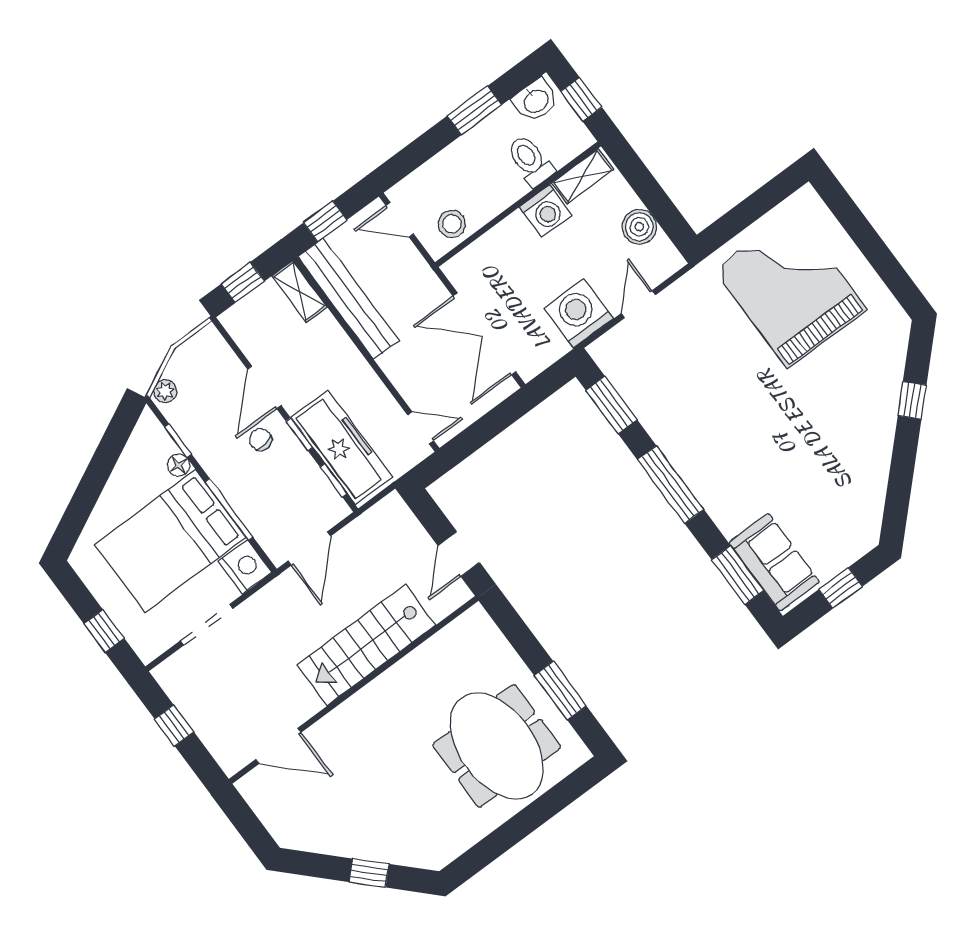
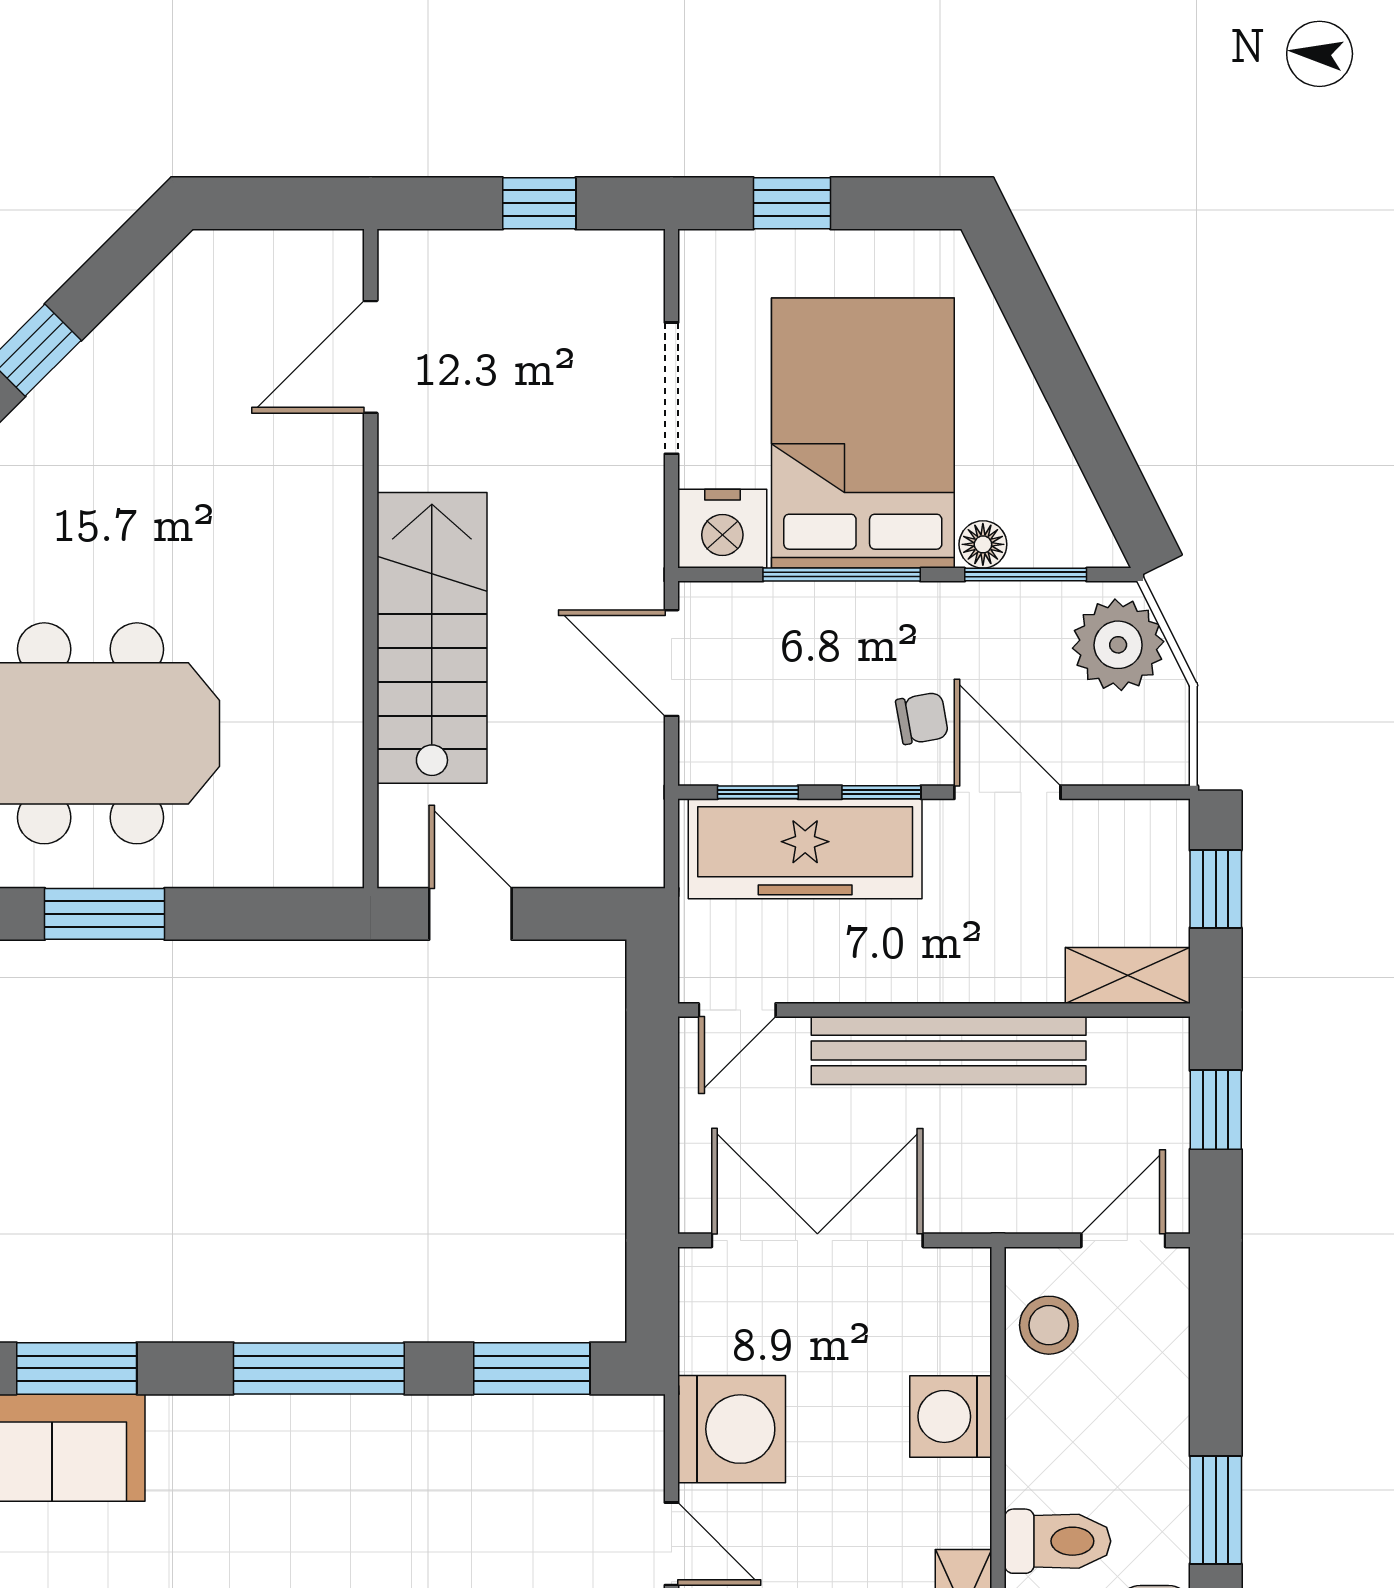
washing machine: (546, 211) -> (951, 1416), moved
bench: (348, 299) -> (949, 1050), moved
plant: (165, 391) -> (1118, 645), width x1.87, depth x1.87
window: (178, 441) -> (1026, 575), width x1.50

